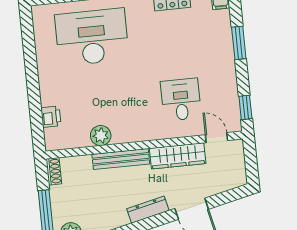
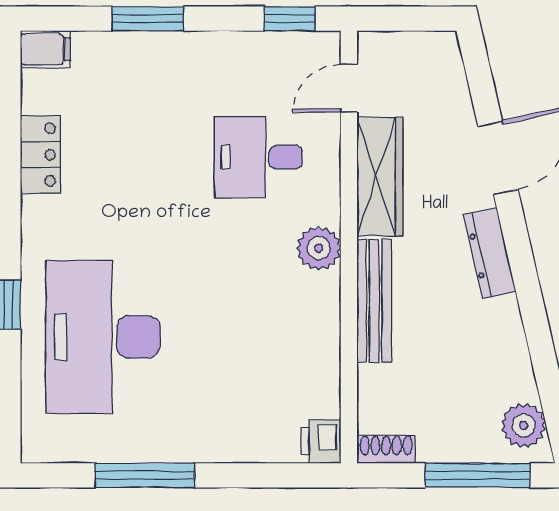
window: (31, 63) -> (145, 475), added
printer: (51, 117) -> (321, 441), moved, turned -90
plant: (101, 136) -> (319, 248), moved

